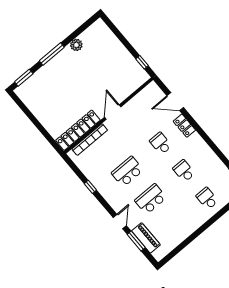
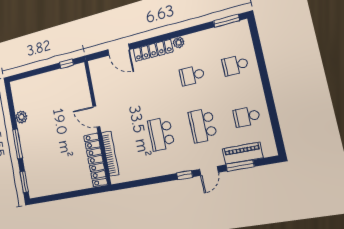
door: (175, 102) -> (119, 50), hinge flipped
locker: (184, 126) -> (153, 50), width x1.53
school desk: (161, 143) -> (247, 117), moved
plant: (204, 147) -> (179, 42), added
window: (90, 187) -> (185, 175), moved
door: (120, 222) -> (209, 171), swing flipped

